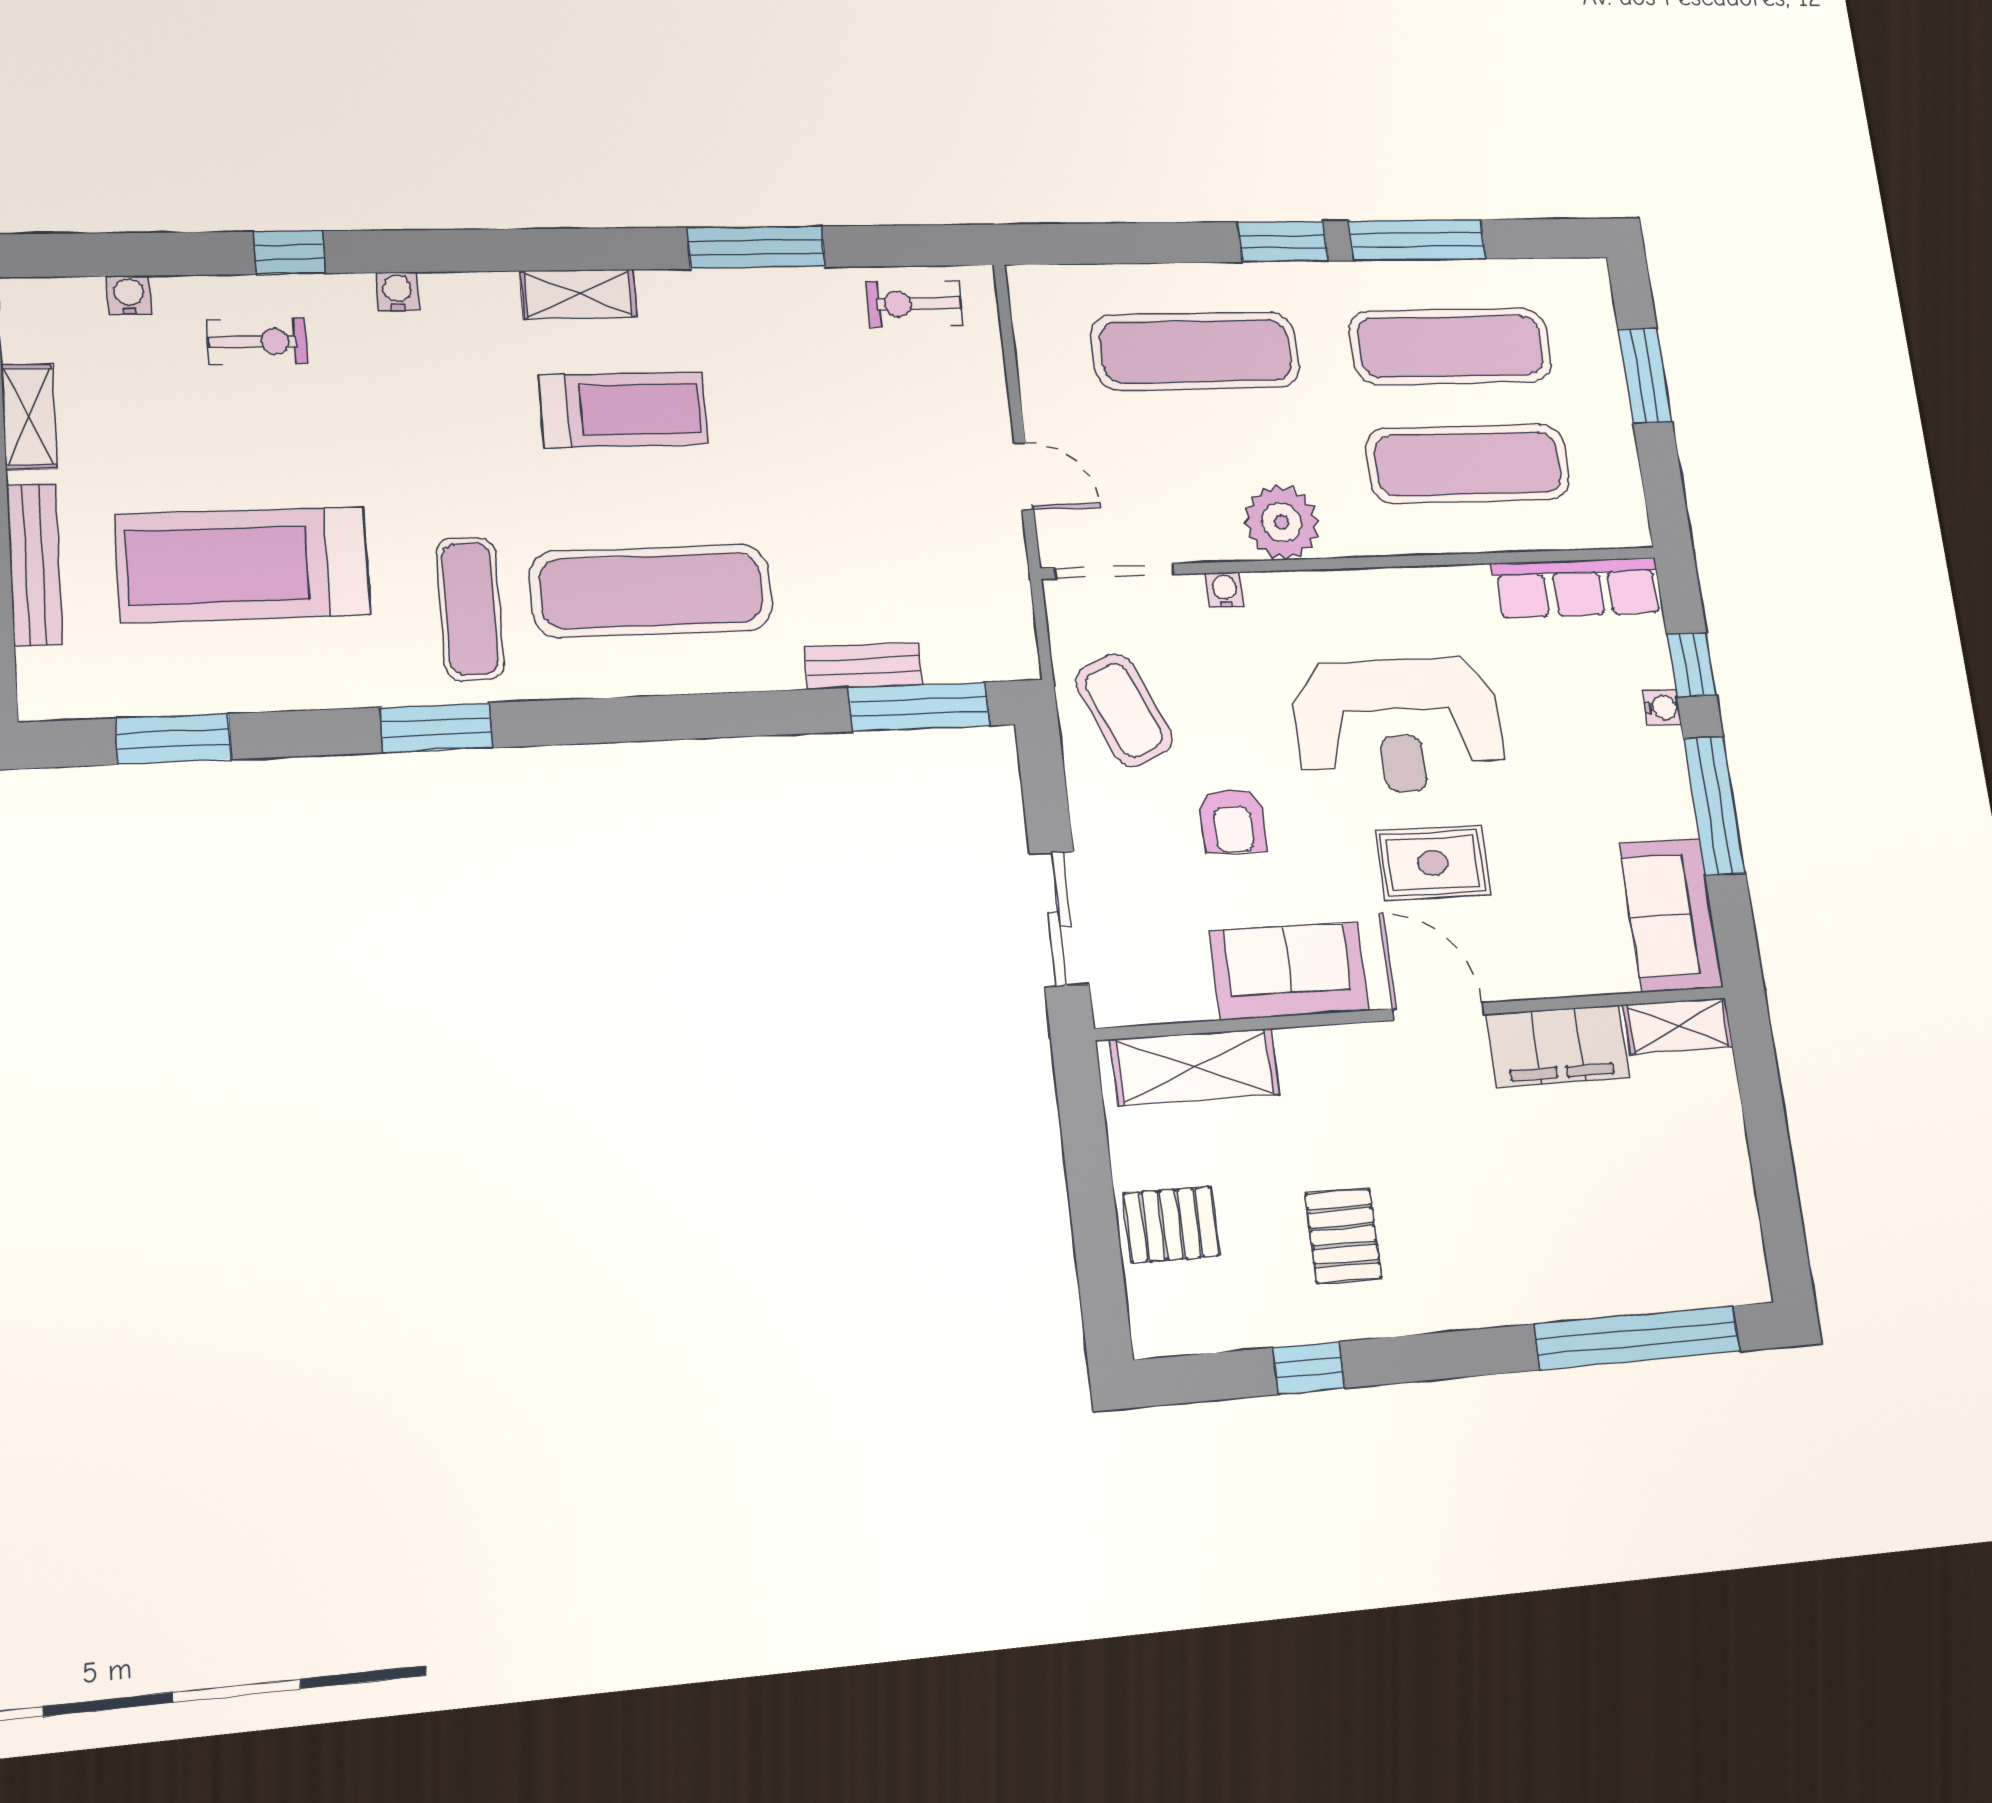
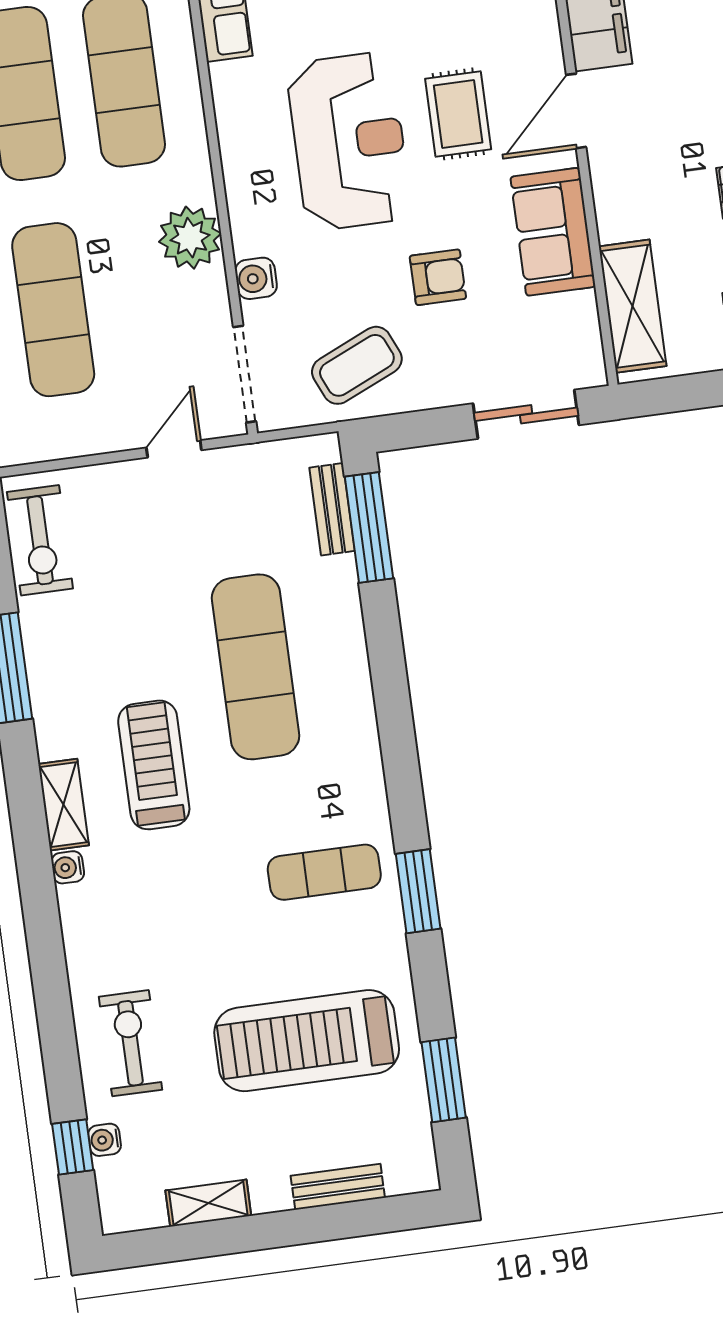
window: (289, 253) -> (73, 1147), moved
water cooler: (397, 291) -> (68, 867), moved
exercise bike: (914, 304) -> (40, 540), width x1.38, depth x1.39
exercise bike: (257, 342) -> (130, 1043), width x1.38, depth x1.39
bench: (35, 565) -> (338, 1187), width x0.73
treadmill: (243, 565) -> (307, 1041), turned 90
water cooler: (1225, 590) -> (256, 278), width x1.38, depth x1.38
exercise mat: (651, 591) -> (256, 667), moved
bench: (863, 666) -> (332, 509), moved

